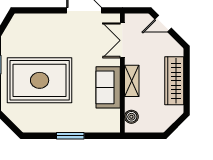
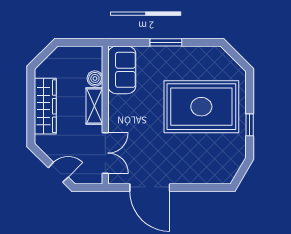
sofa: (108, 87) -> (122, 70), moved
boiler: (131, 117) -> (95, 78), moved

